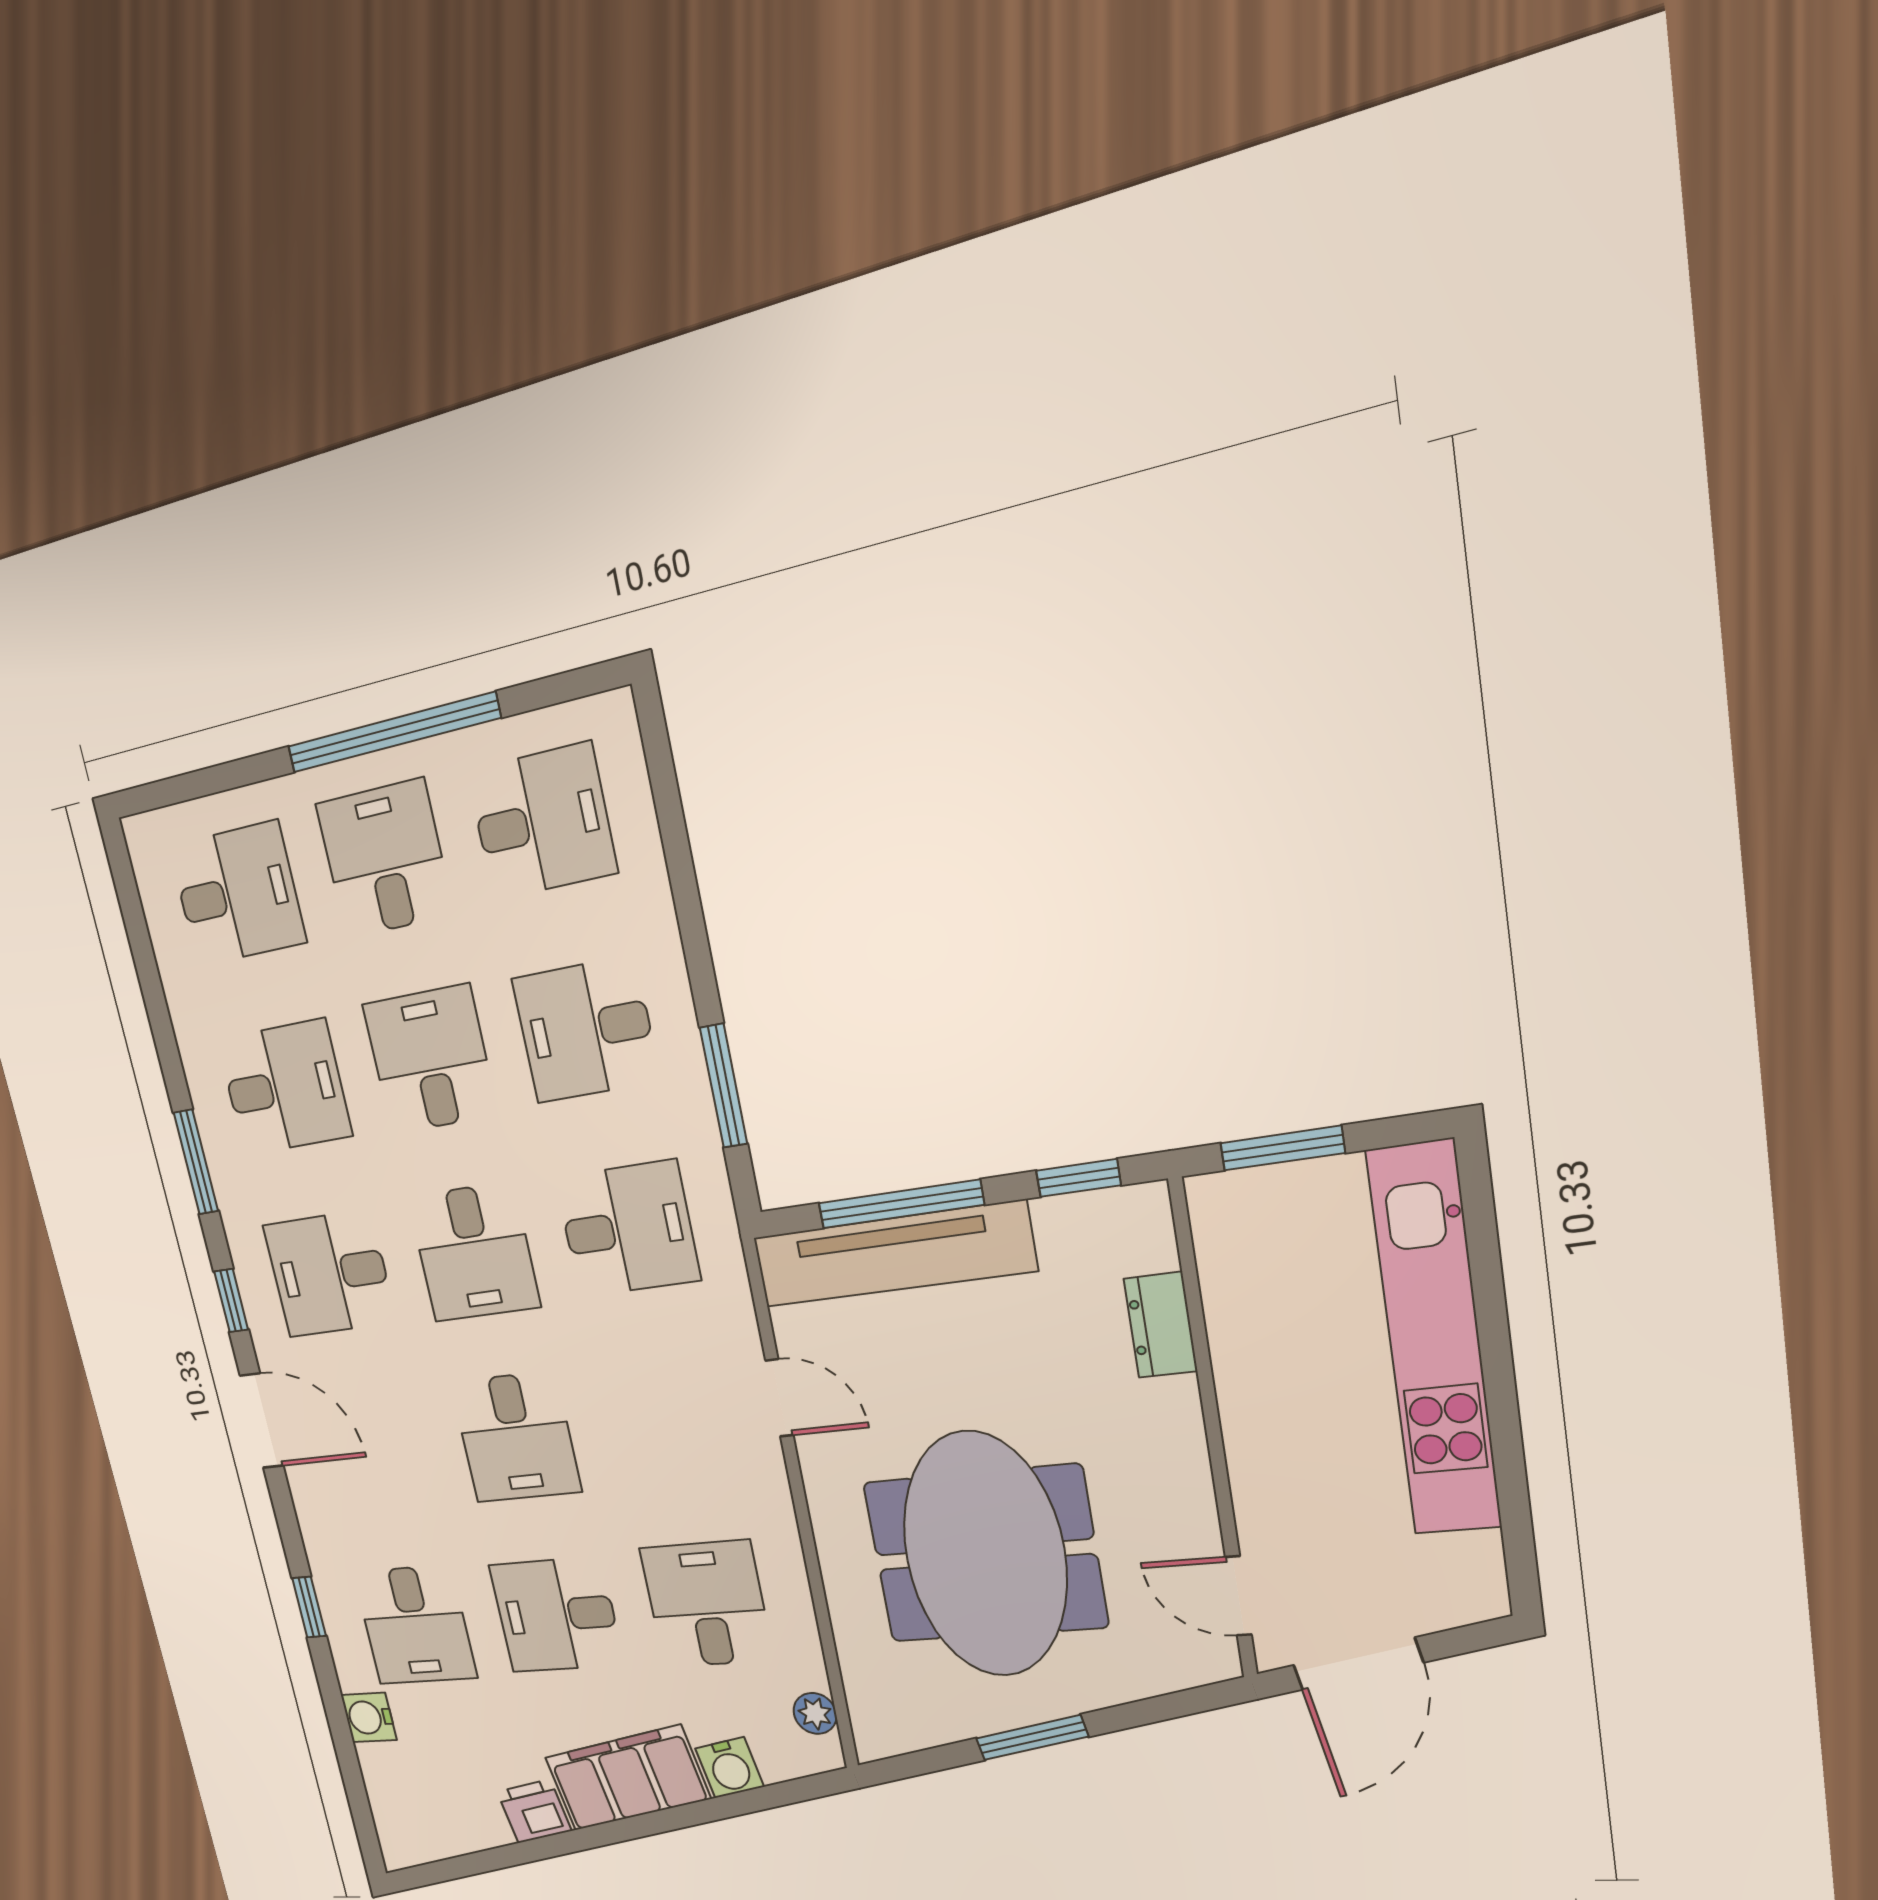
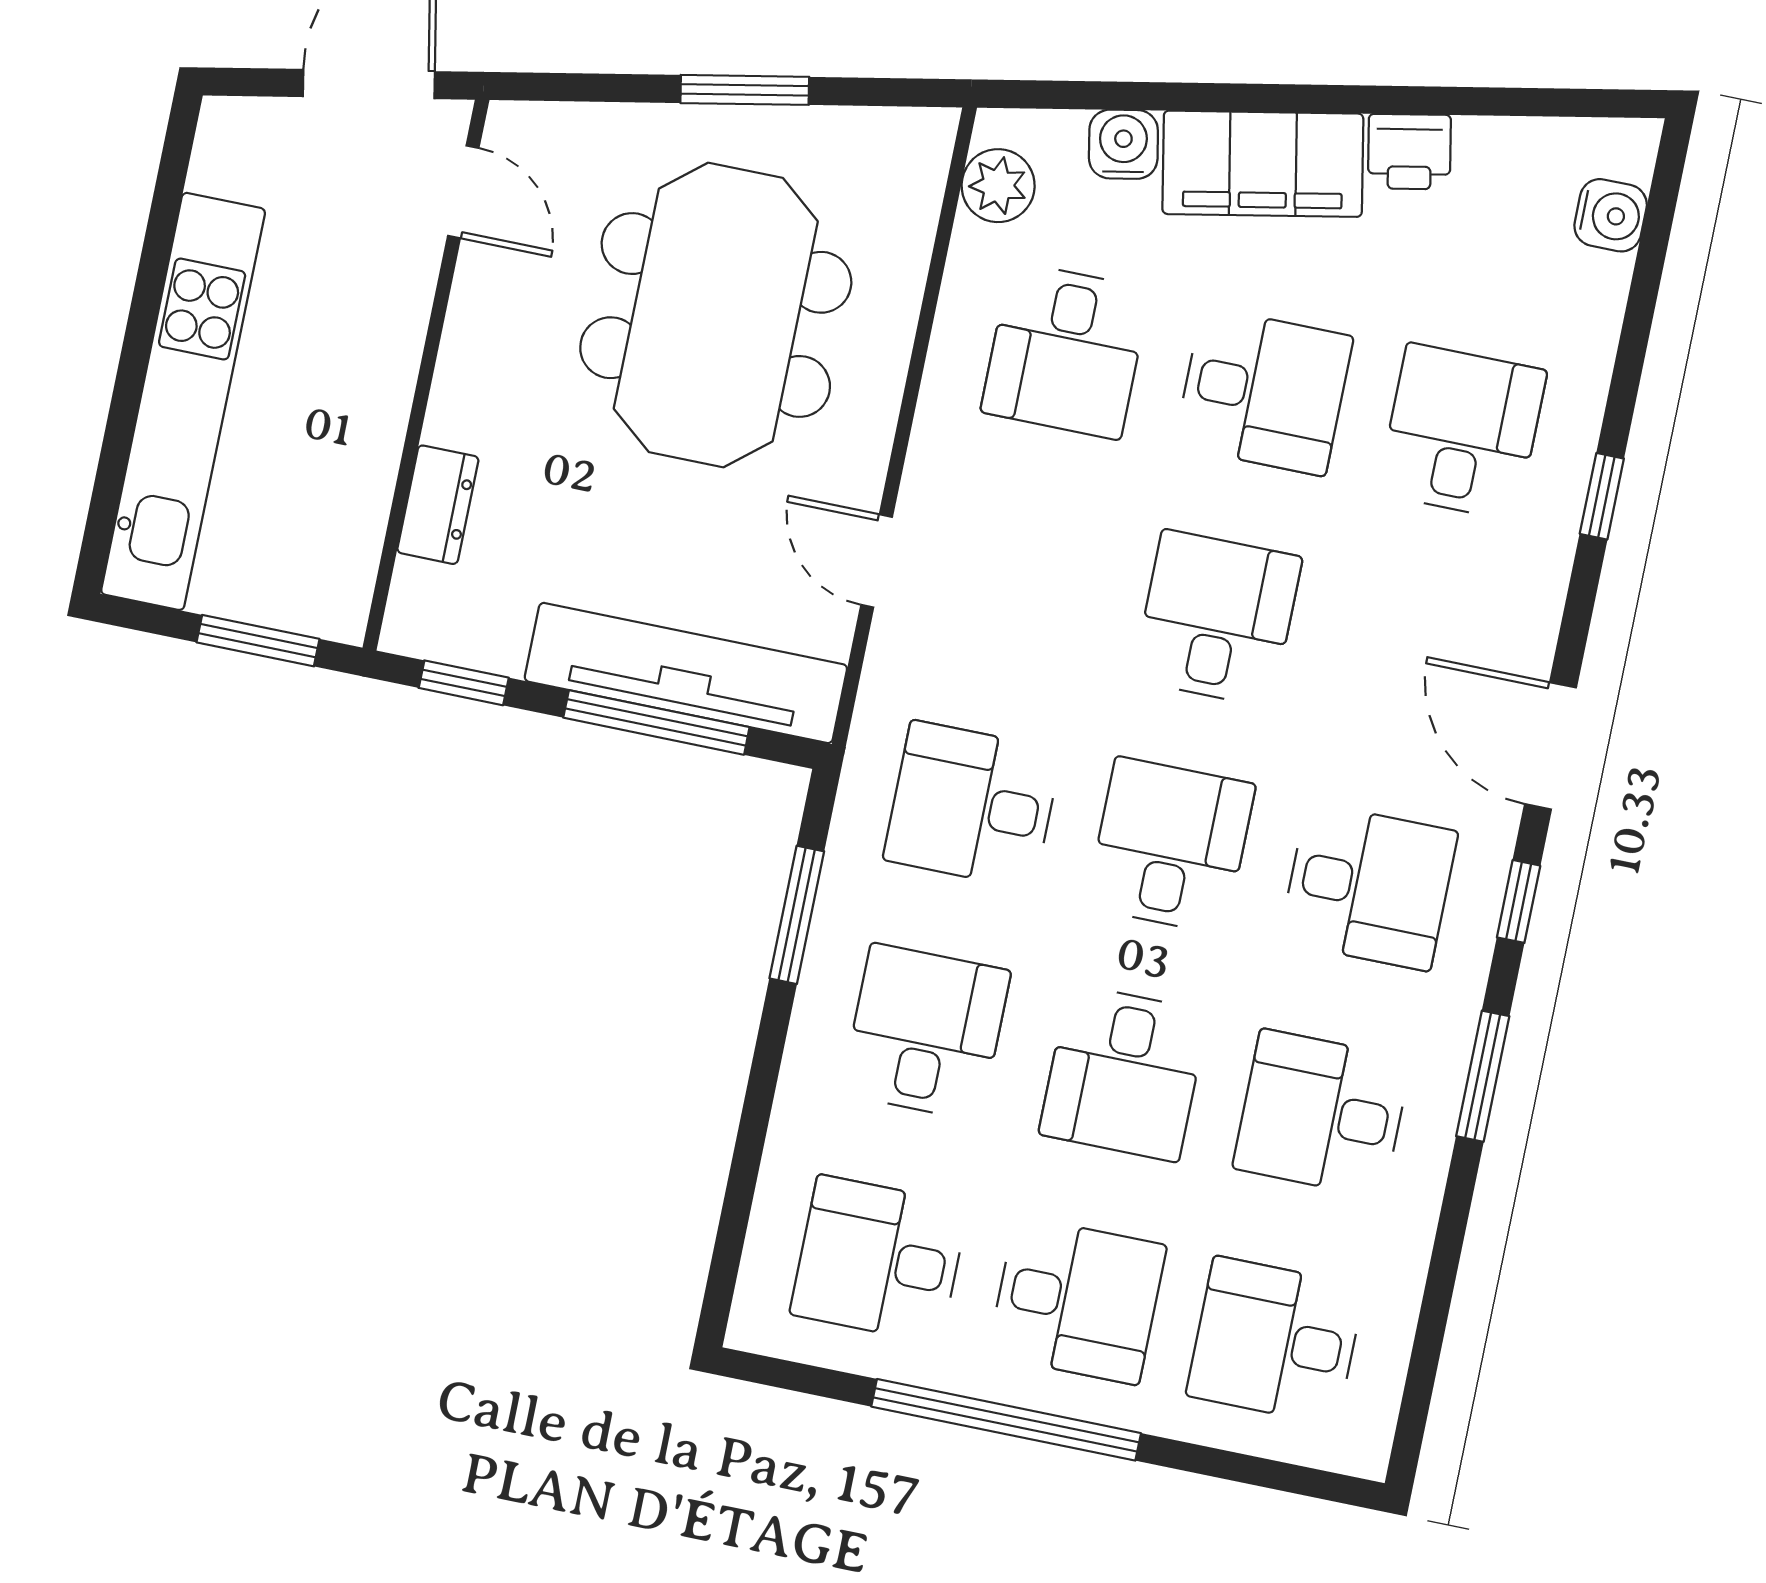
desk: (385, 859) -> (1077, 1300), turned -90
desk: (586, 1030) -> (926, 1032), turned -90
plant: (815, 1713) -> (998, 186), width x1.38, depth x1.38
water cooler: (369, 1717) -> (1611, 215), moved

